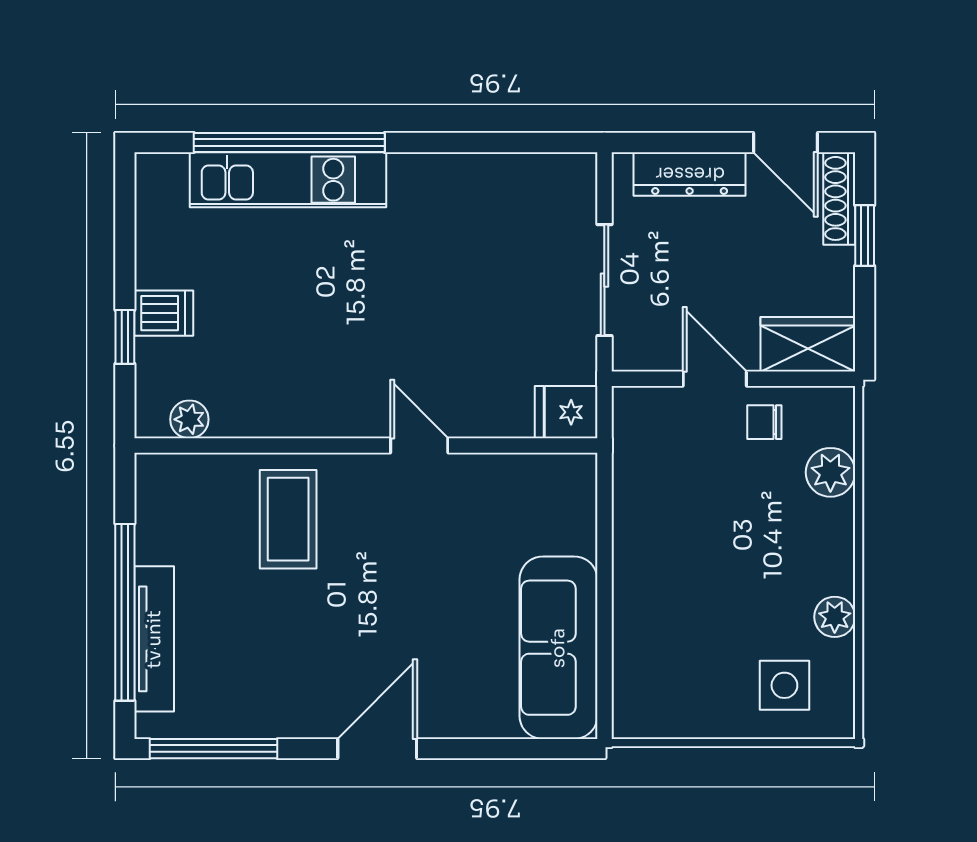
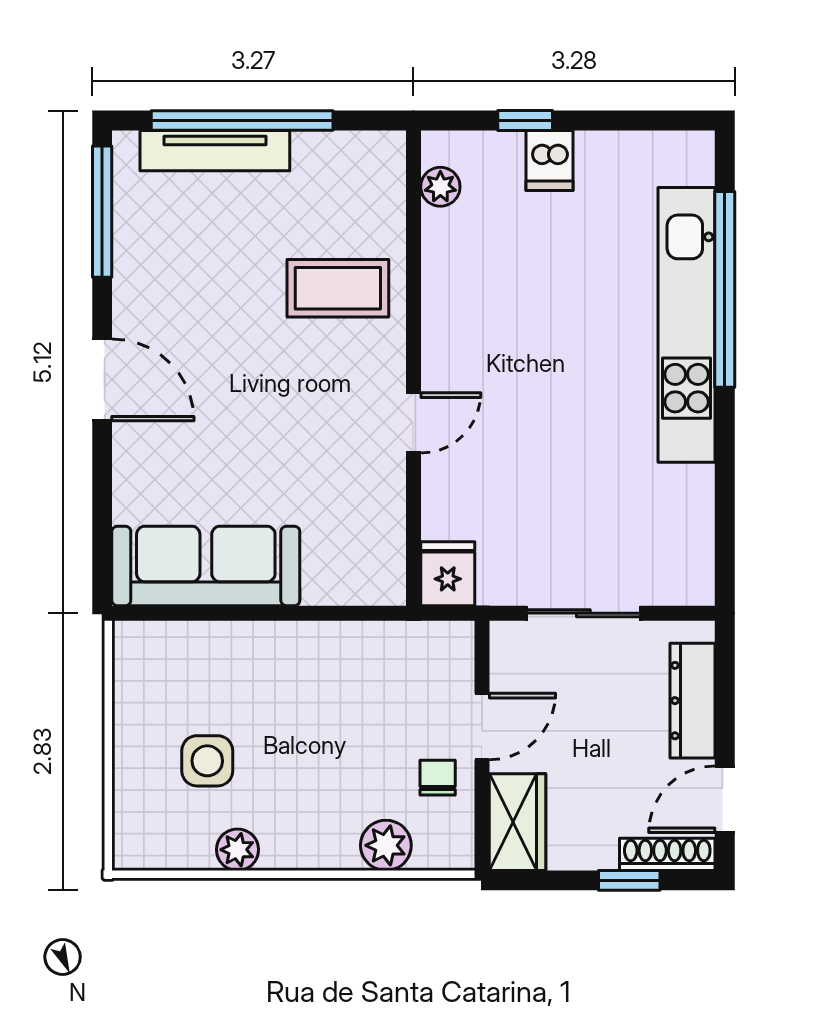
kitchen unit: (288, 180) -> (687, 325), width x1.36
side table: (784, 685) -> (207, 761), moved

